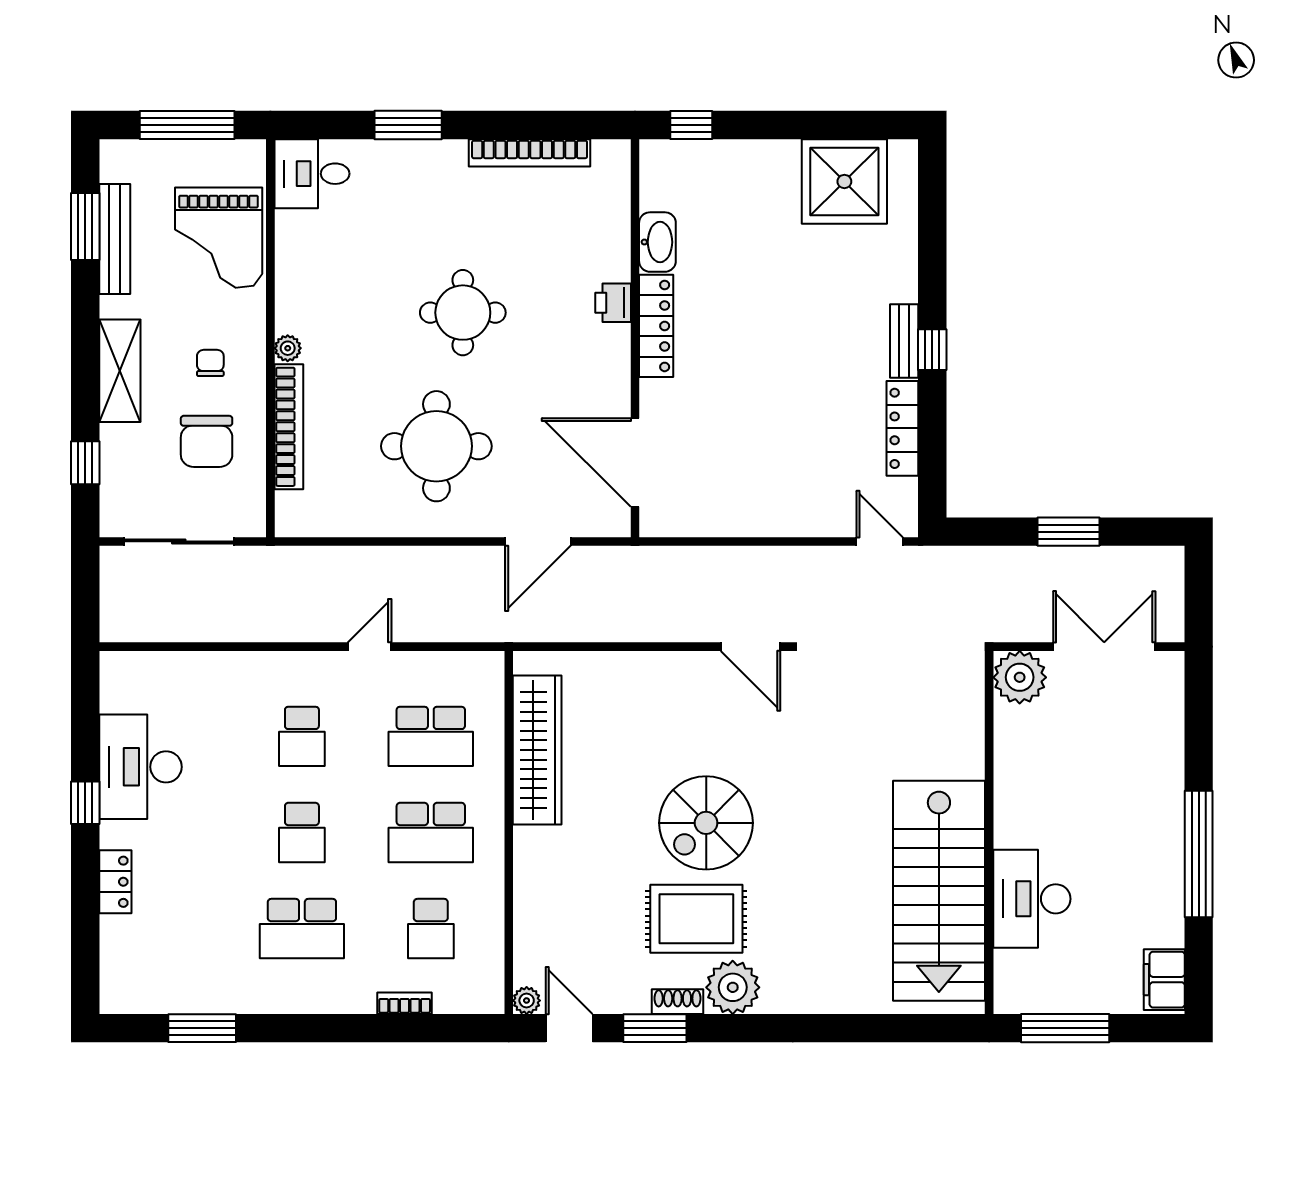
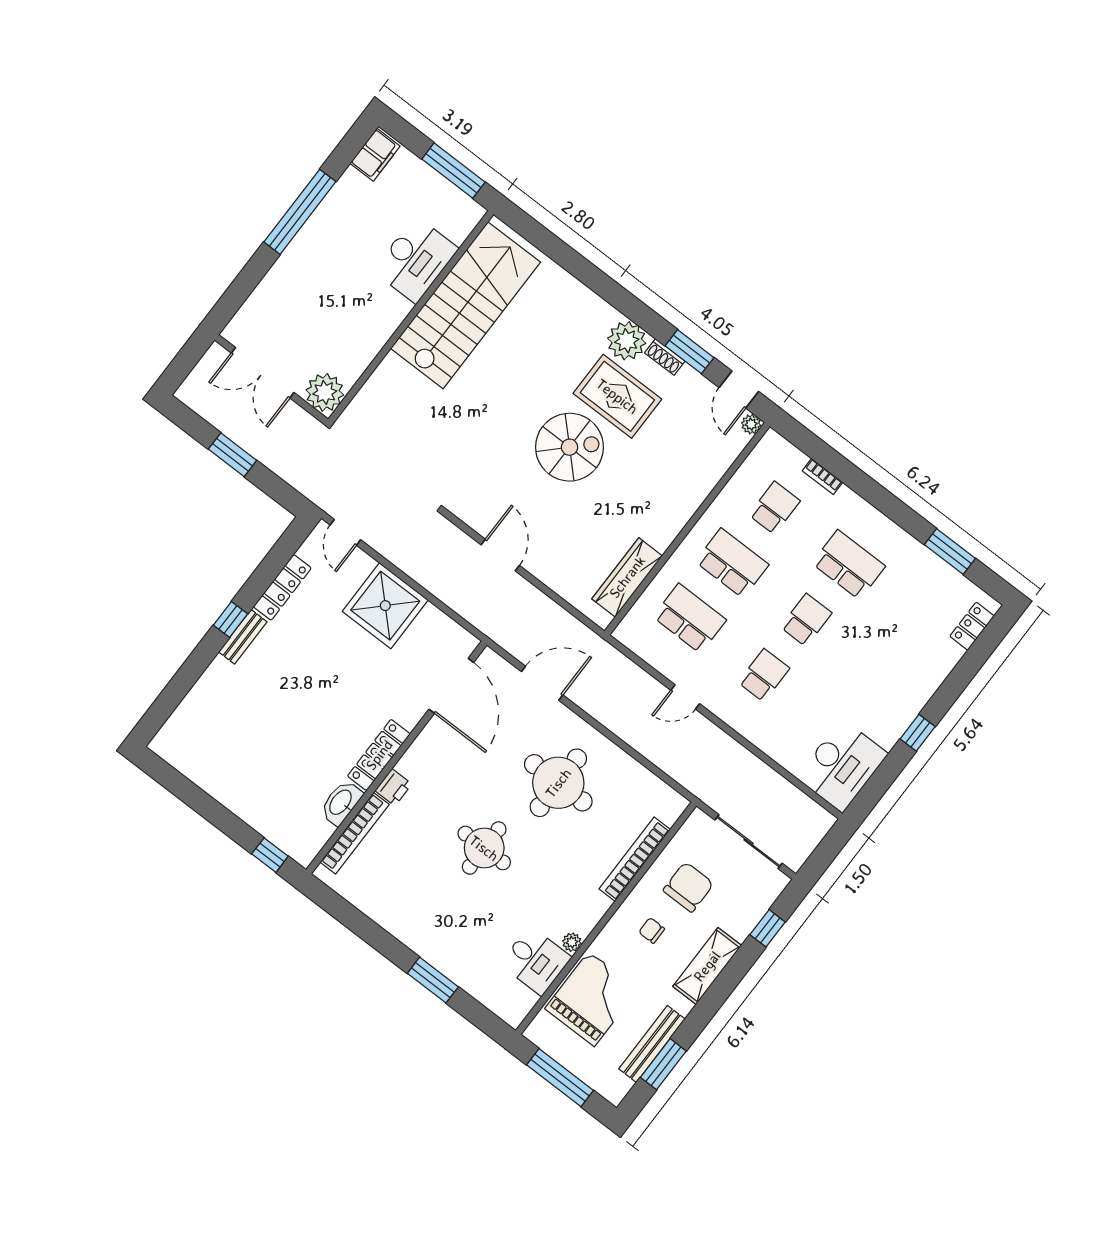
bookcase: (530, 153) -> (355, 833), moved, turned 90
desk: (312, 174) -> (536, 961), moved
shower: (844, 181) -> (385, 606), moved
plant: (288, 348) -> (572, 942), moved
chair: (210, 363) -> (652, 930), turned 90
door: (750, 647) -> (500, 555), moved
wardrobe: (537, 750) -> (627, 577), width x0.71, depth x0.85
desk: (140, 767) -> (842, 766), moved
locker: (115, 882) -> (972, 626), moved

